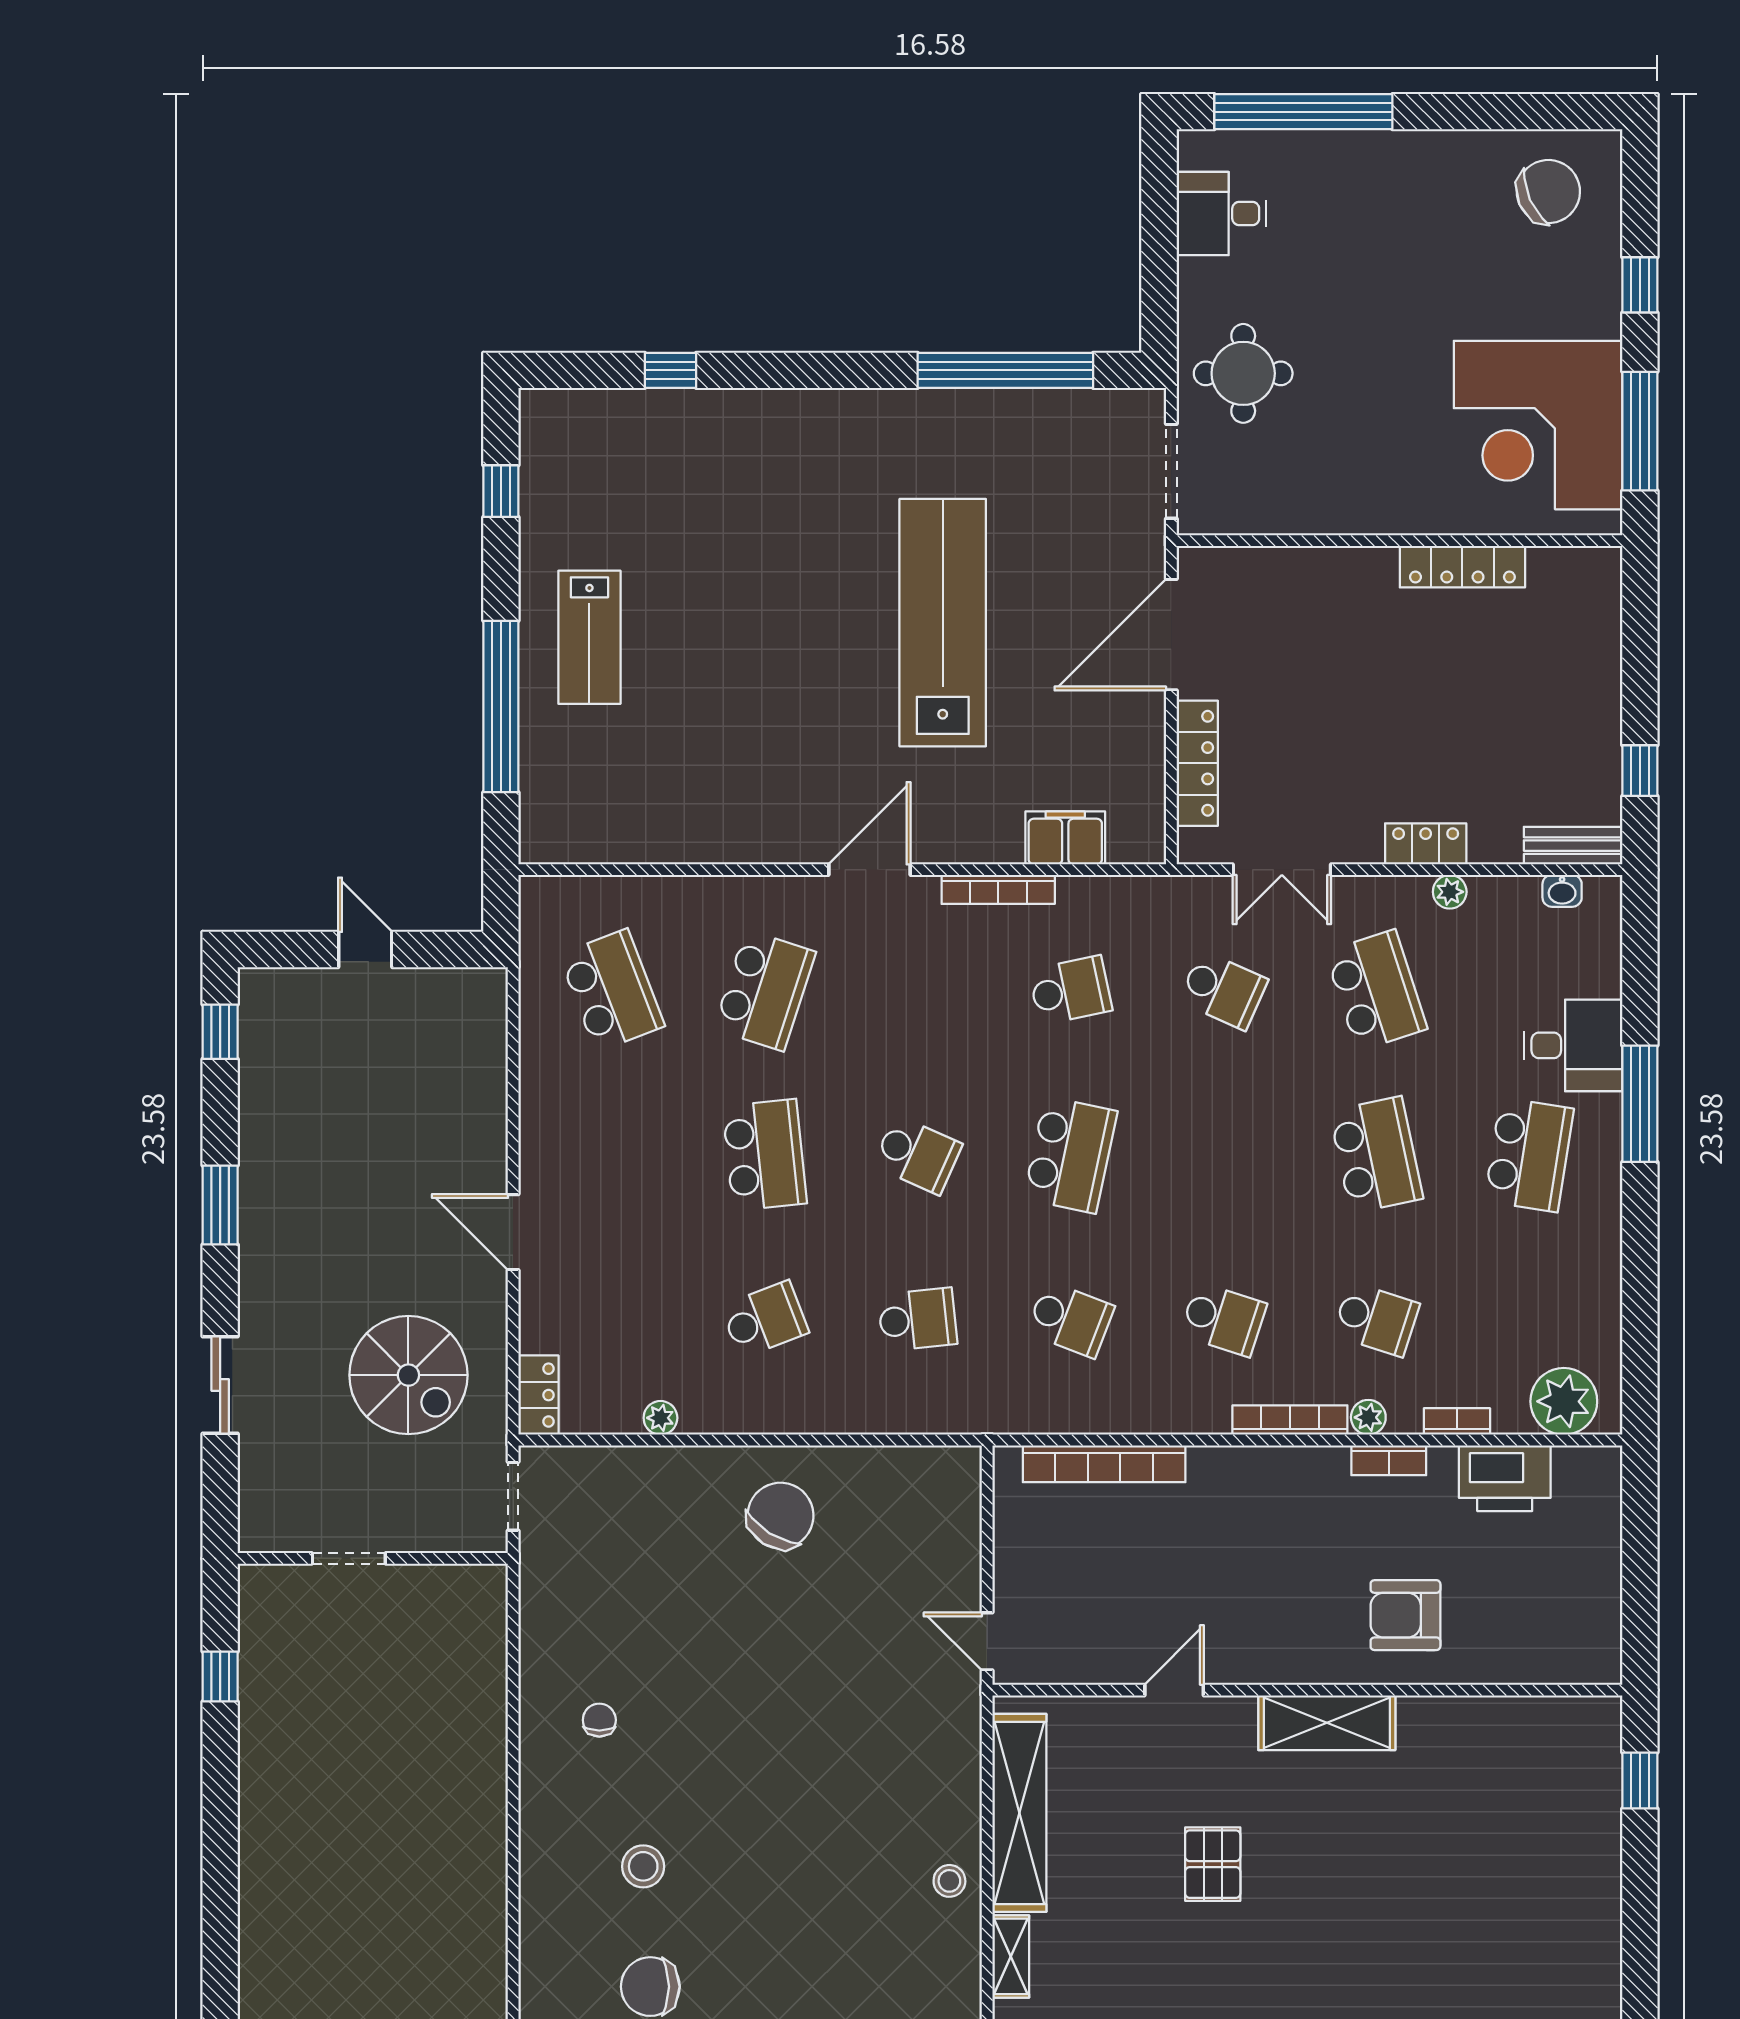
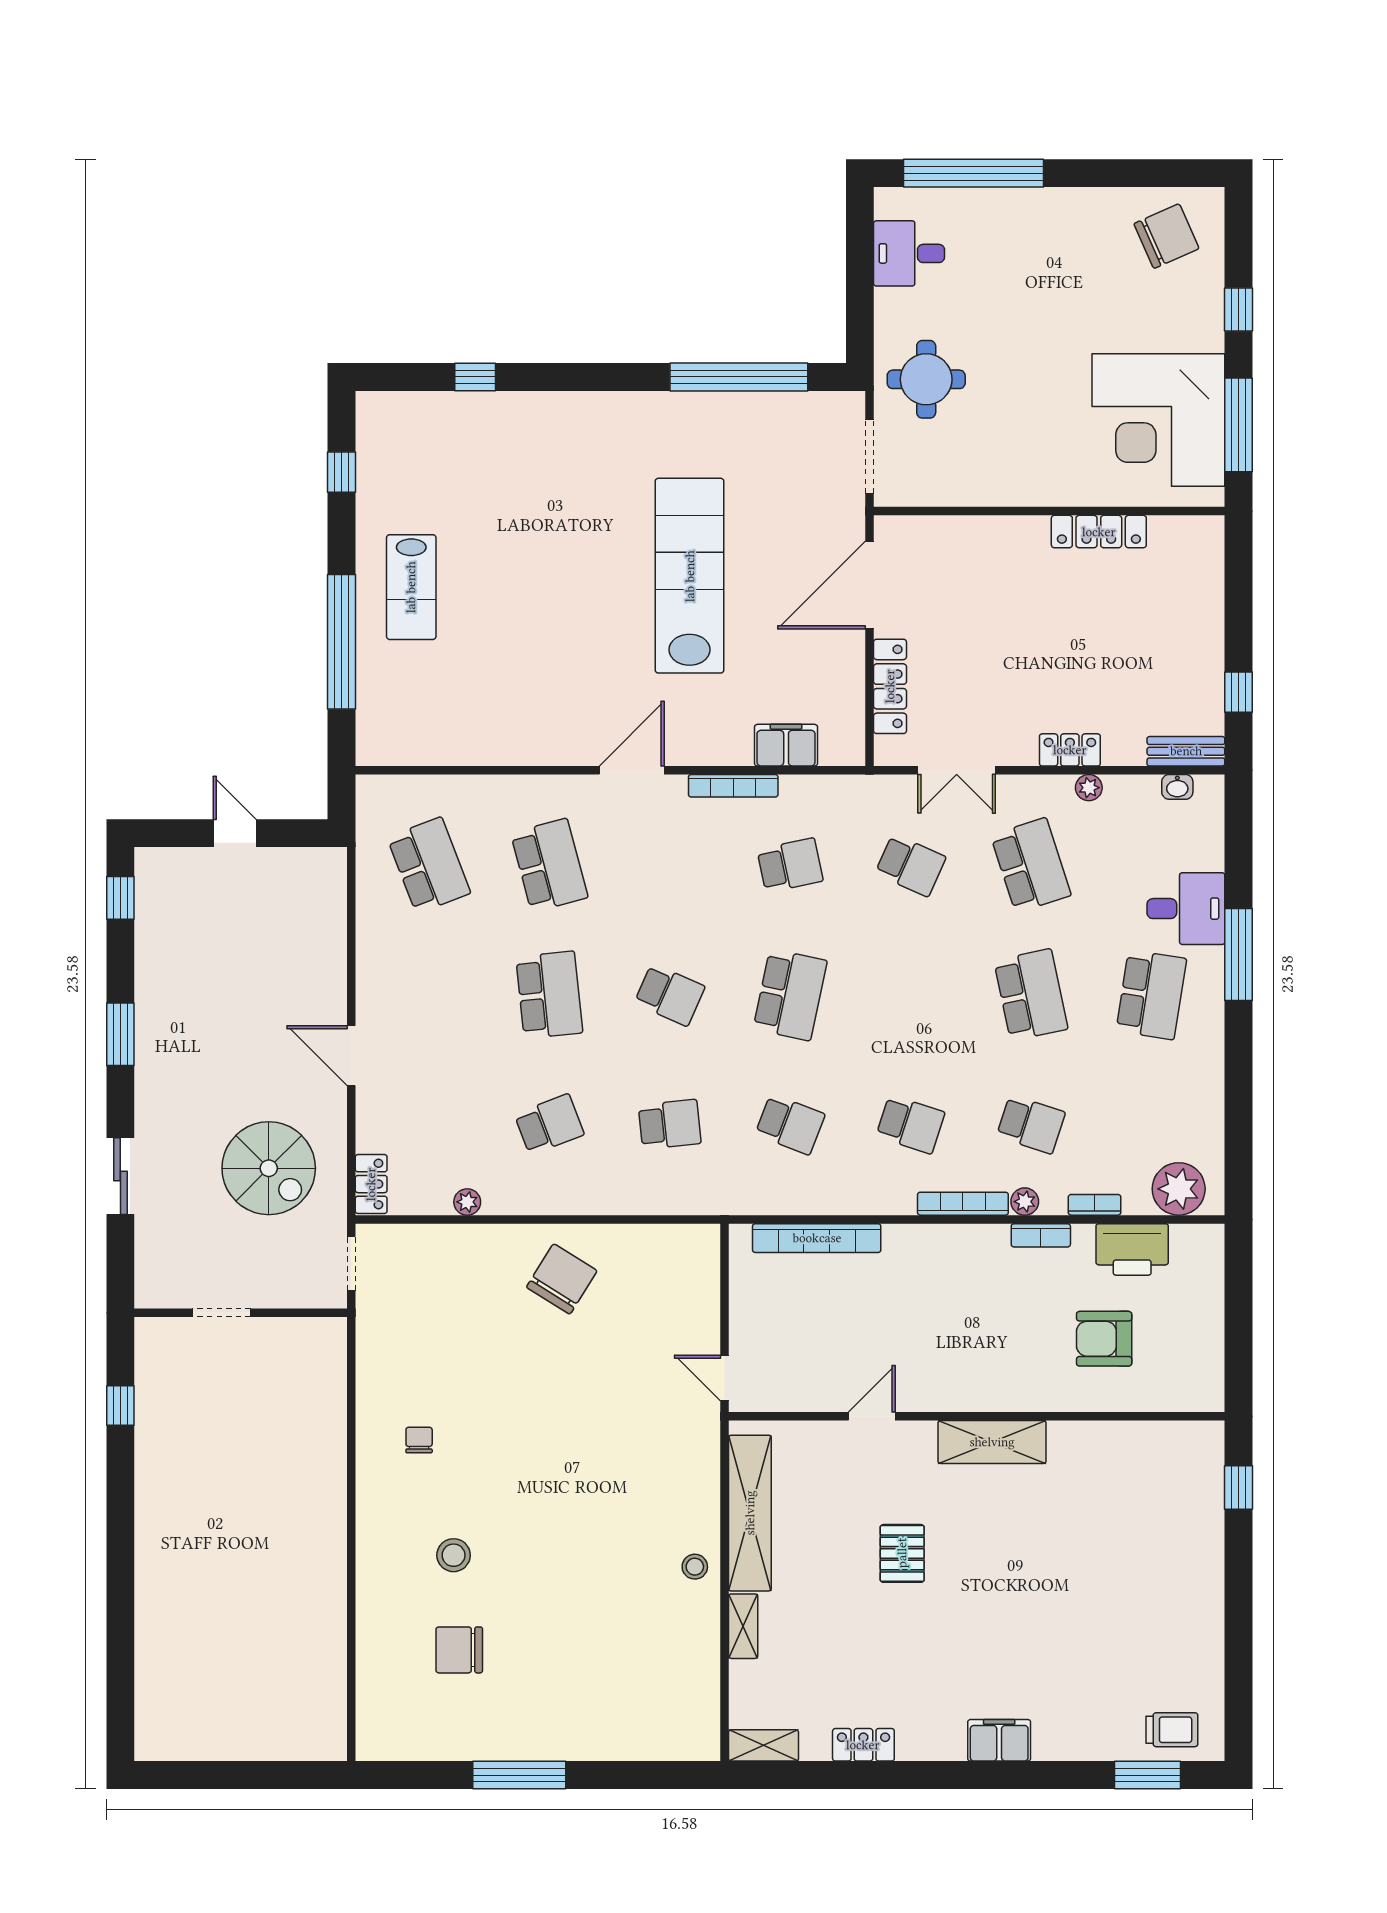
school desk: (765, 990) -> (549, 865), turned -33
armchair: (1405, 1615) -> (1104, 1339), moved

